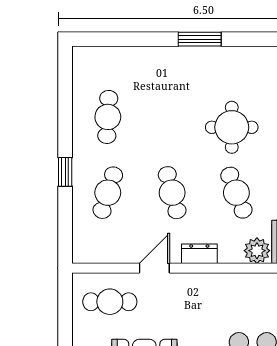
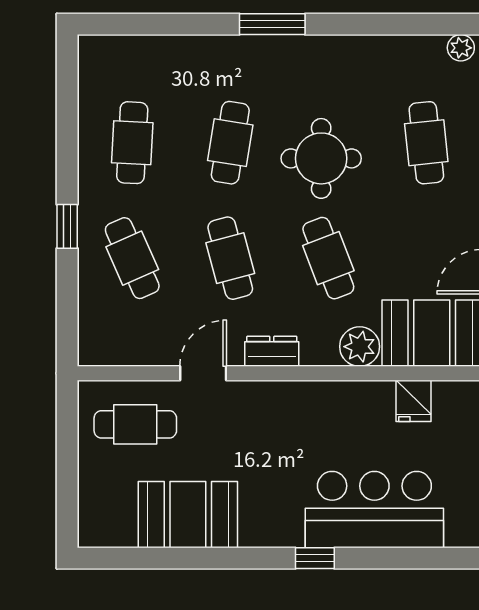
cafe table: (172, 117) -> (230, 143), added
cafe table: (108, 193) -> (132, 258), turned -42

